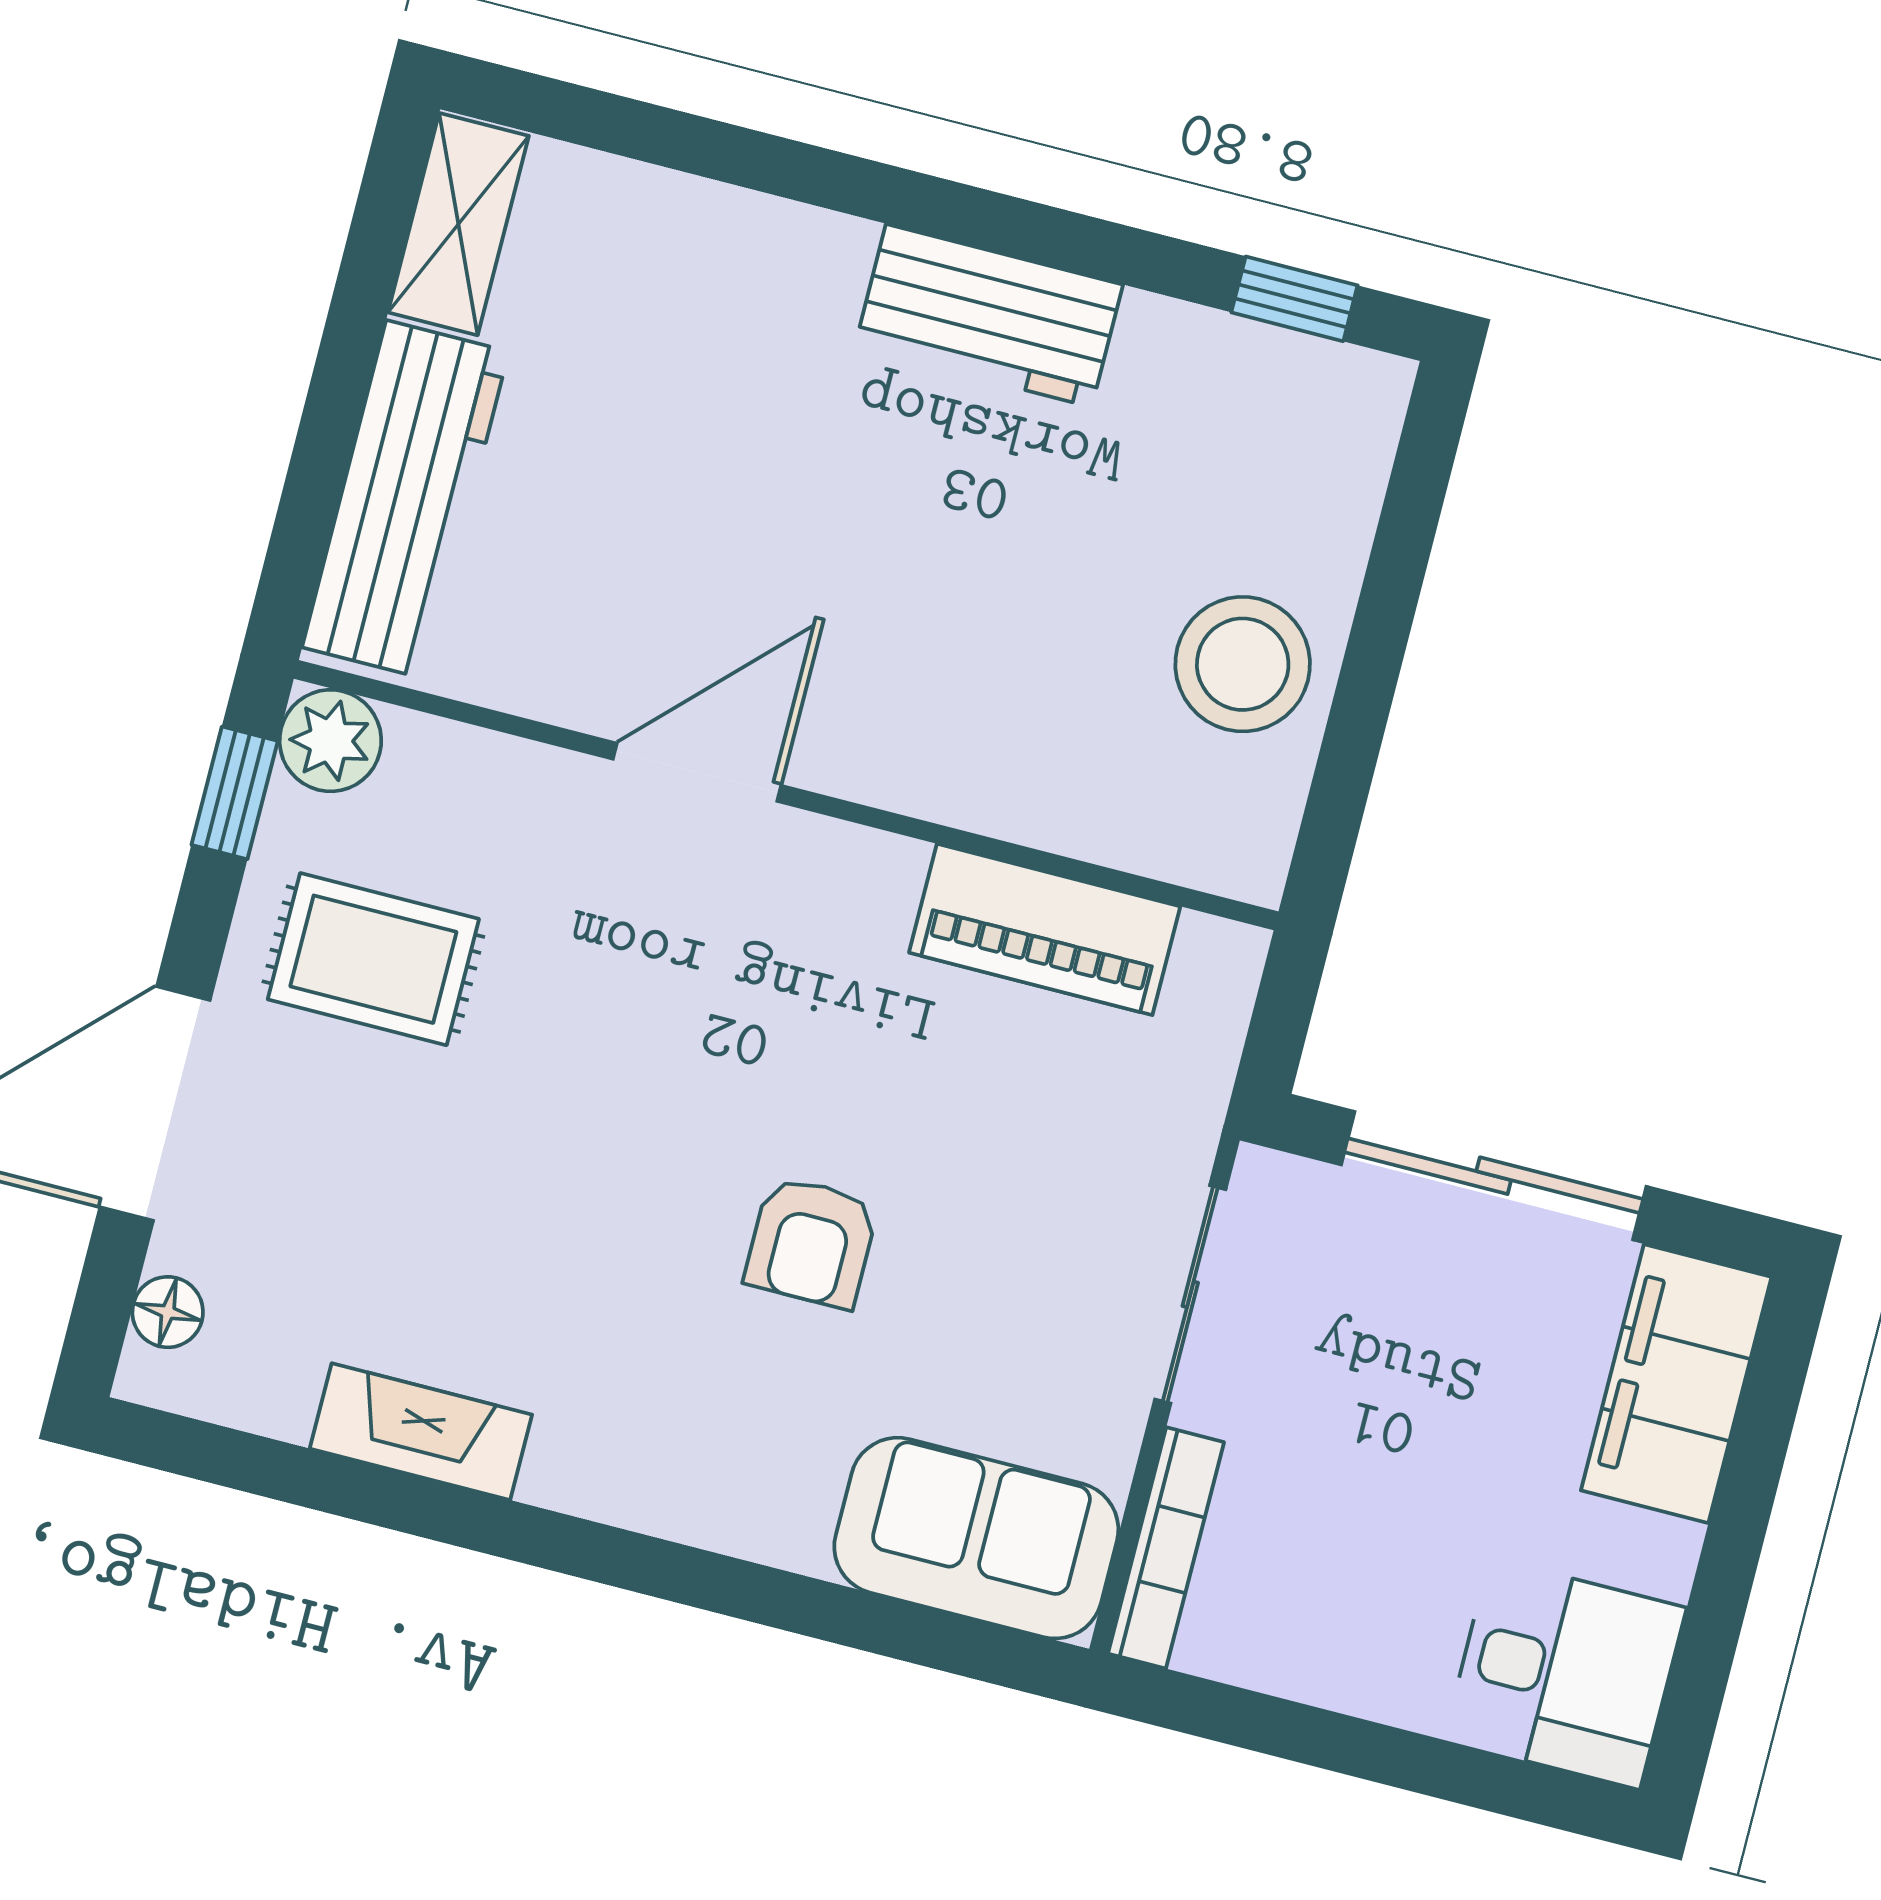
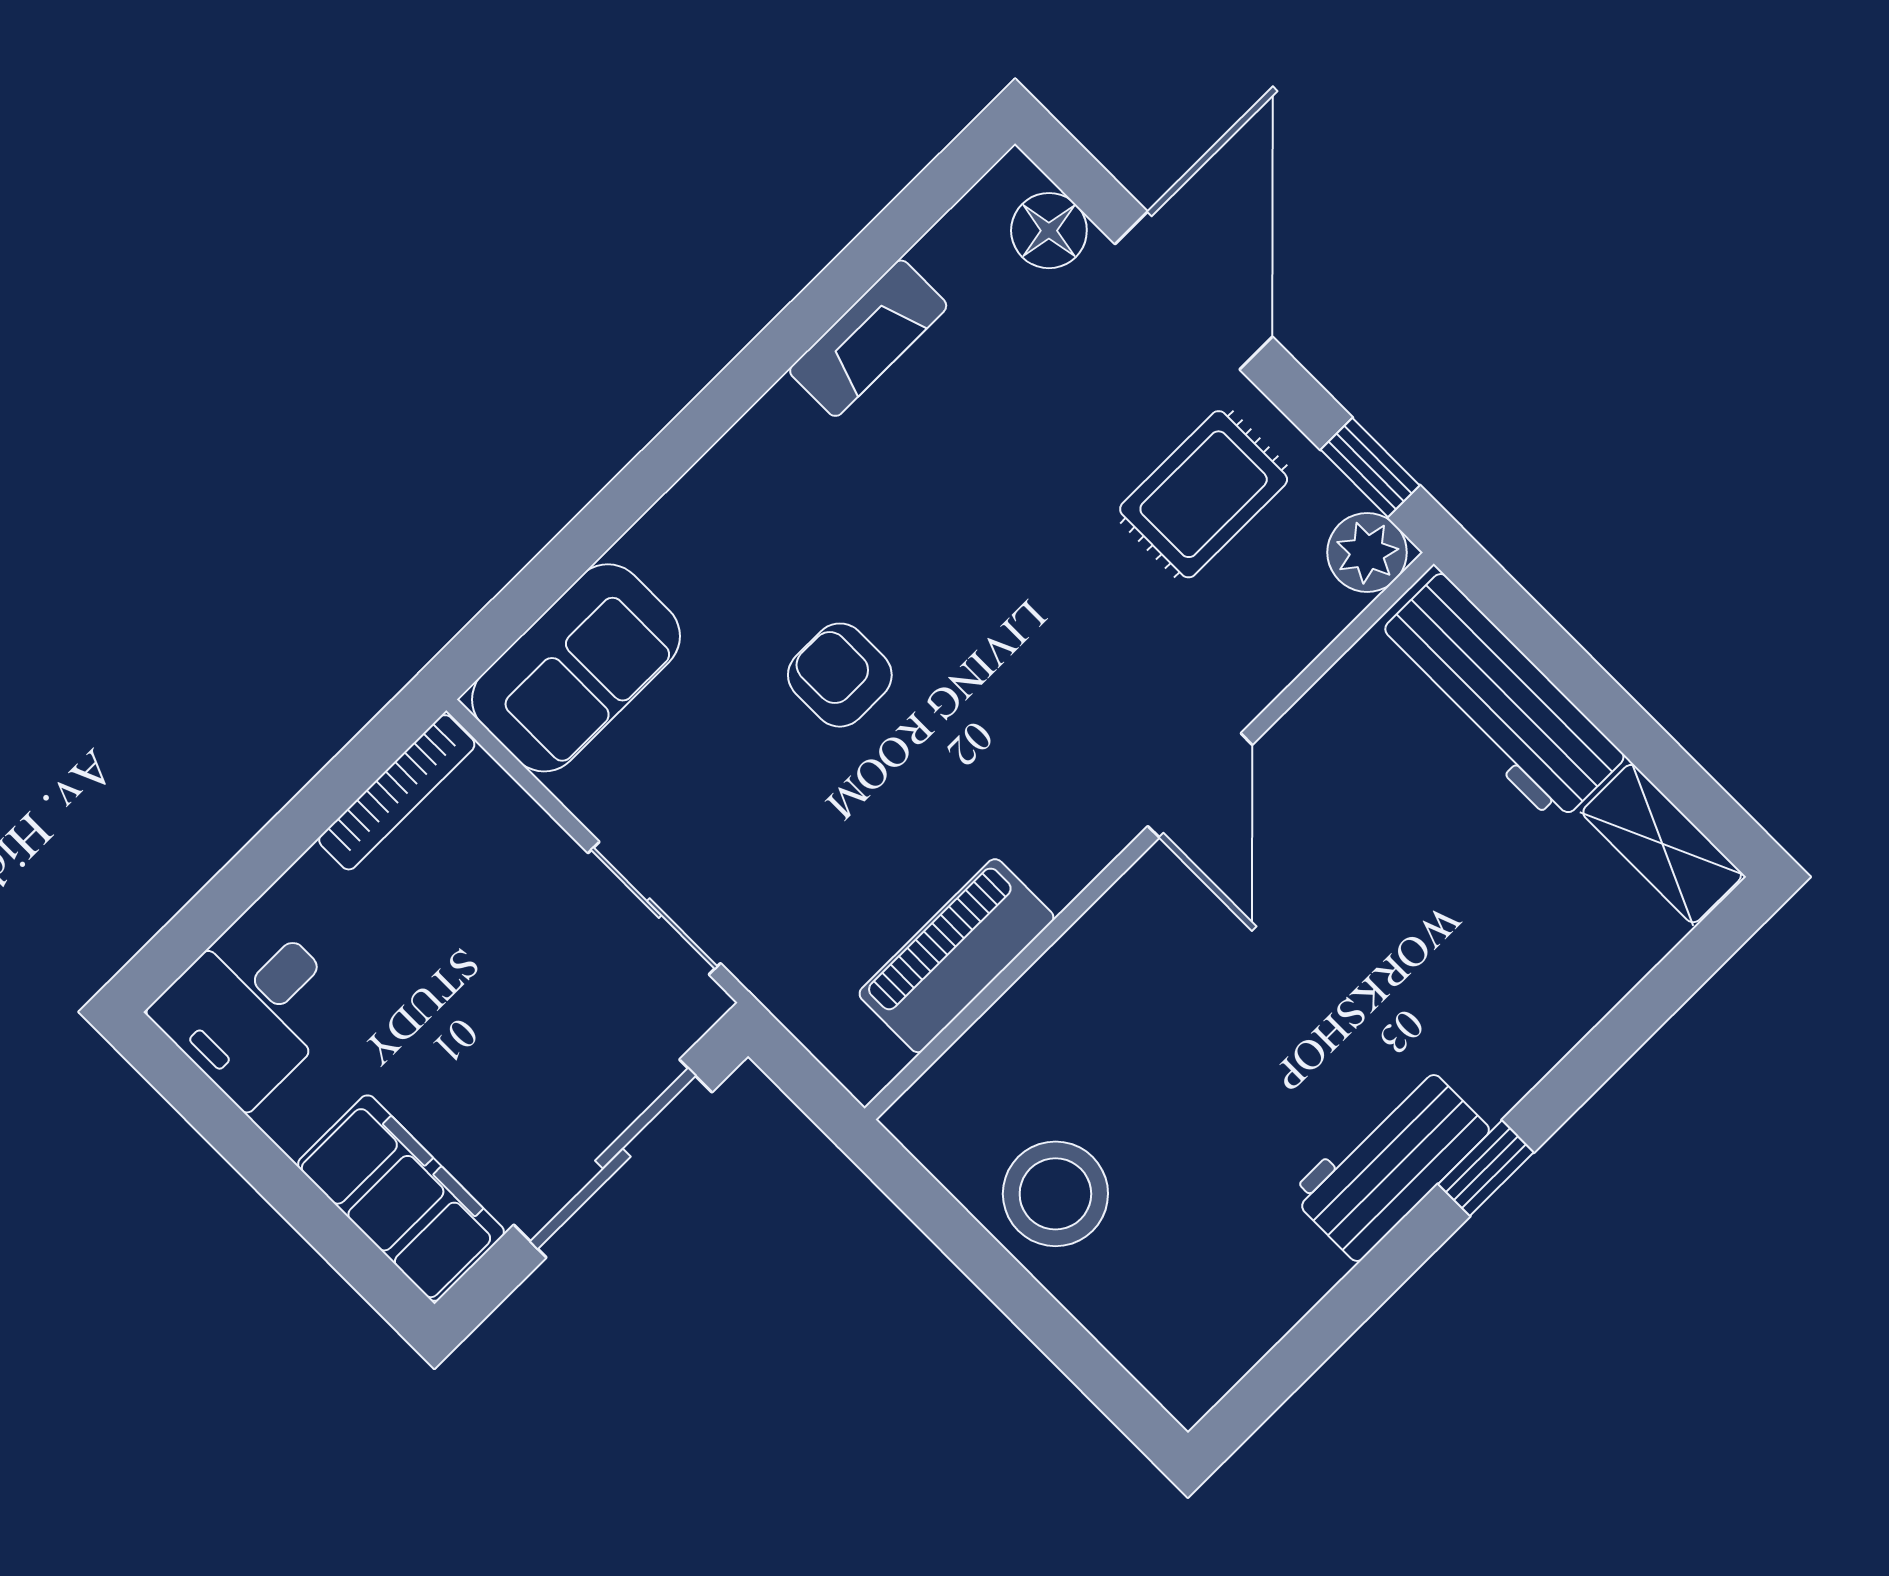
window: (1294, 299) -> (1486, 1168), moved
floor lamp: (168, 1312) -> (1049, 231), width x1.37, depth x1.37
bookcase: (1166, 1548) -> (397, 792), moved, turned -90

